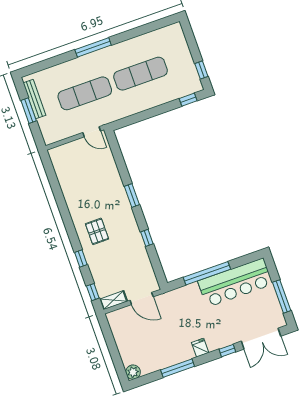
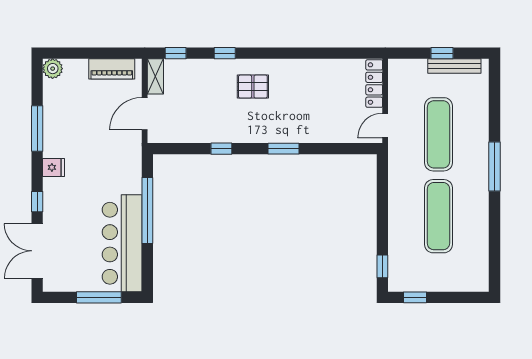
window: (29, 111) -> (442, 53), width x0.67
locker: (66, 149) -> (374, 84), added
window: (282, 296) -> (99, 297), moved
piano: (119, 332) -> (112, 69), added

